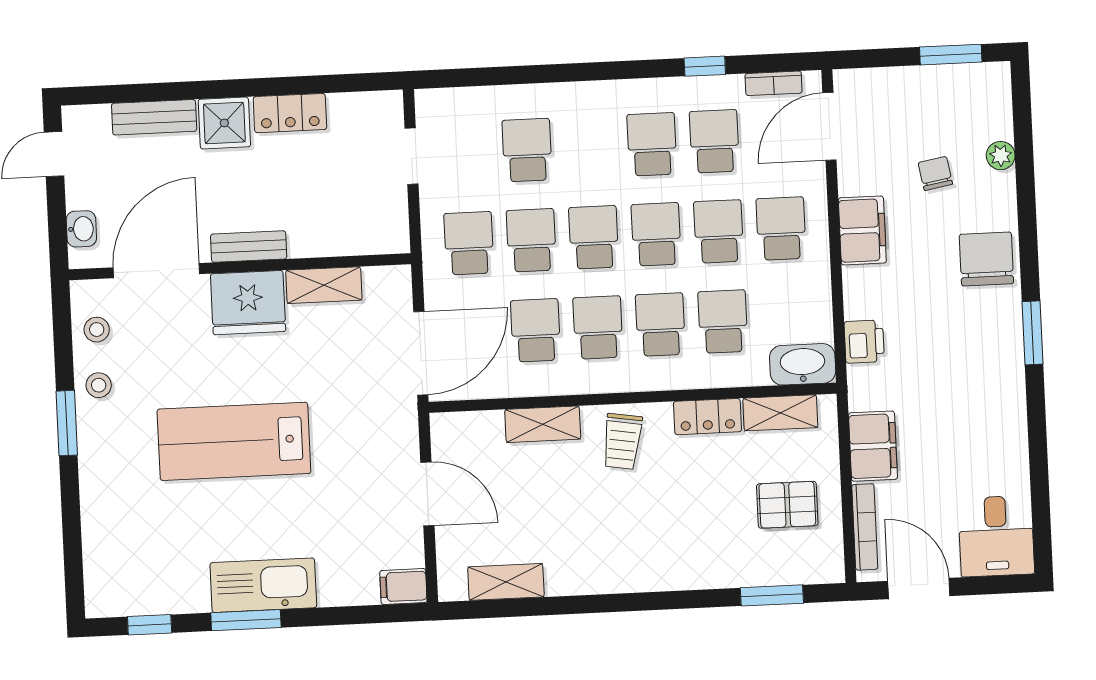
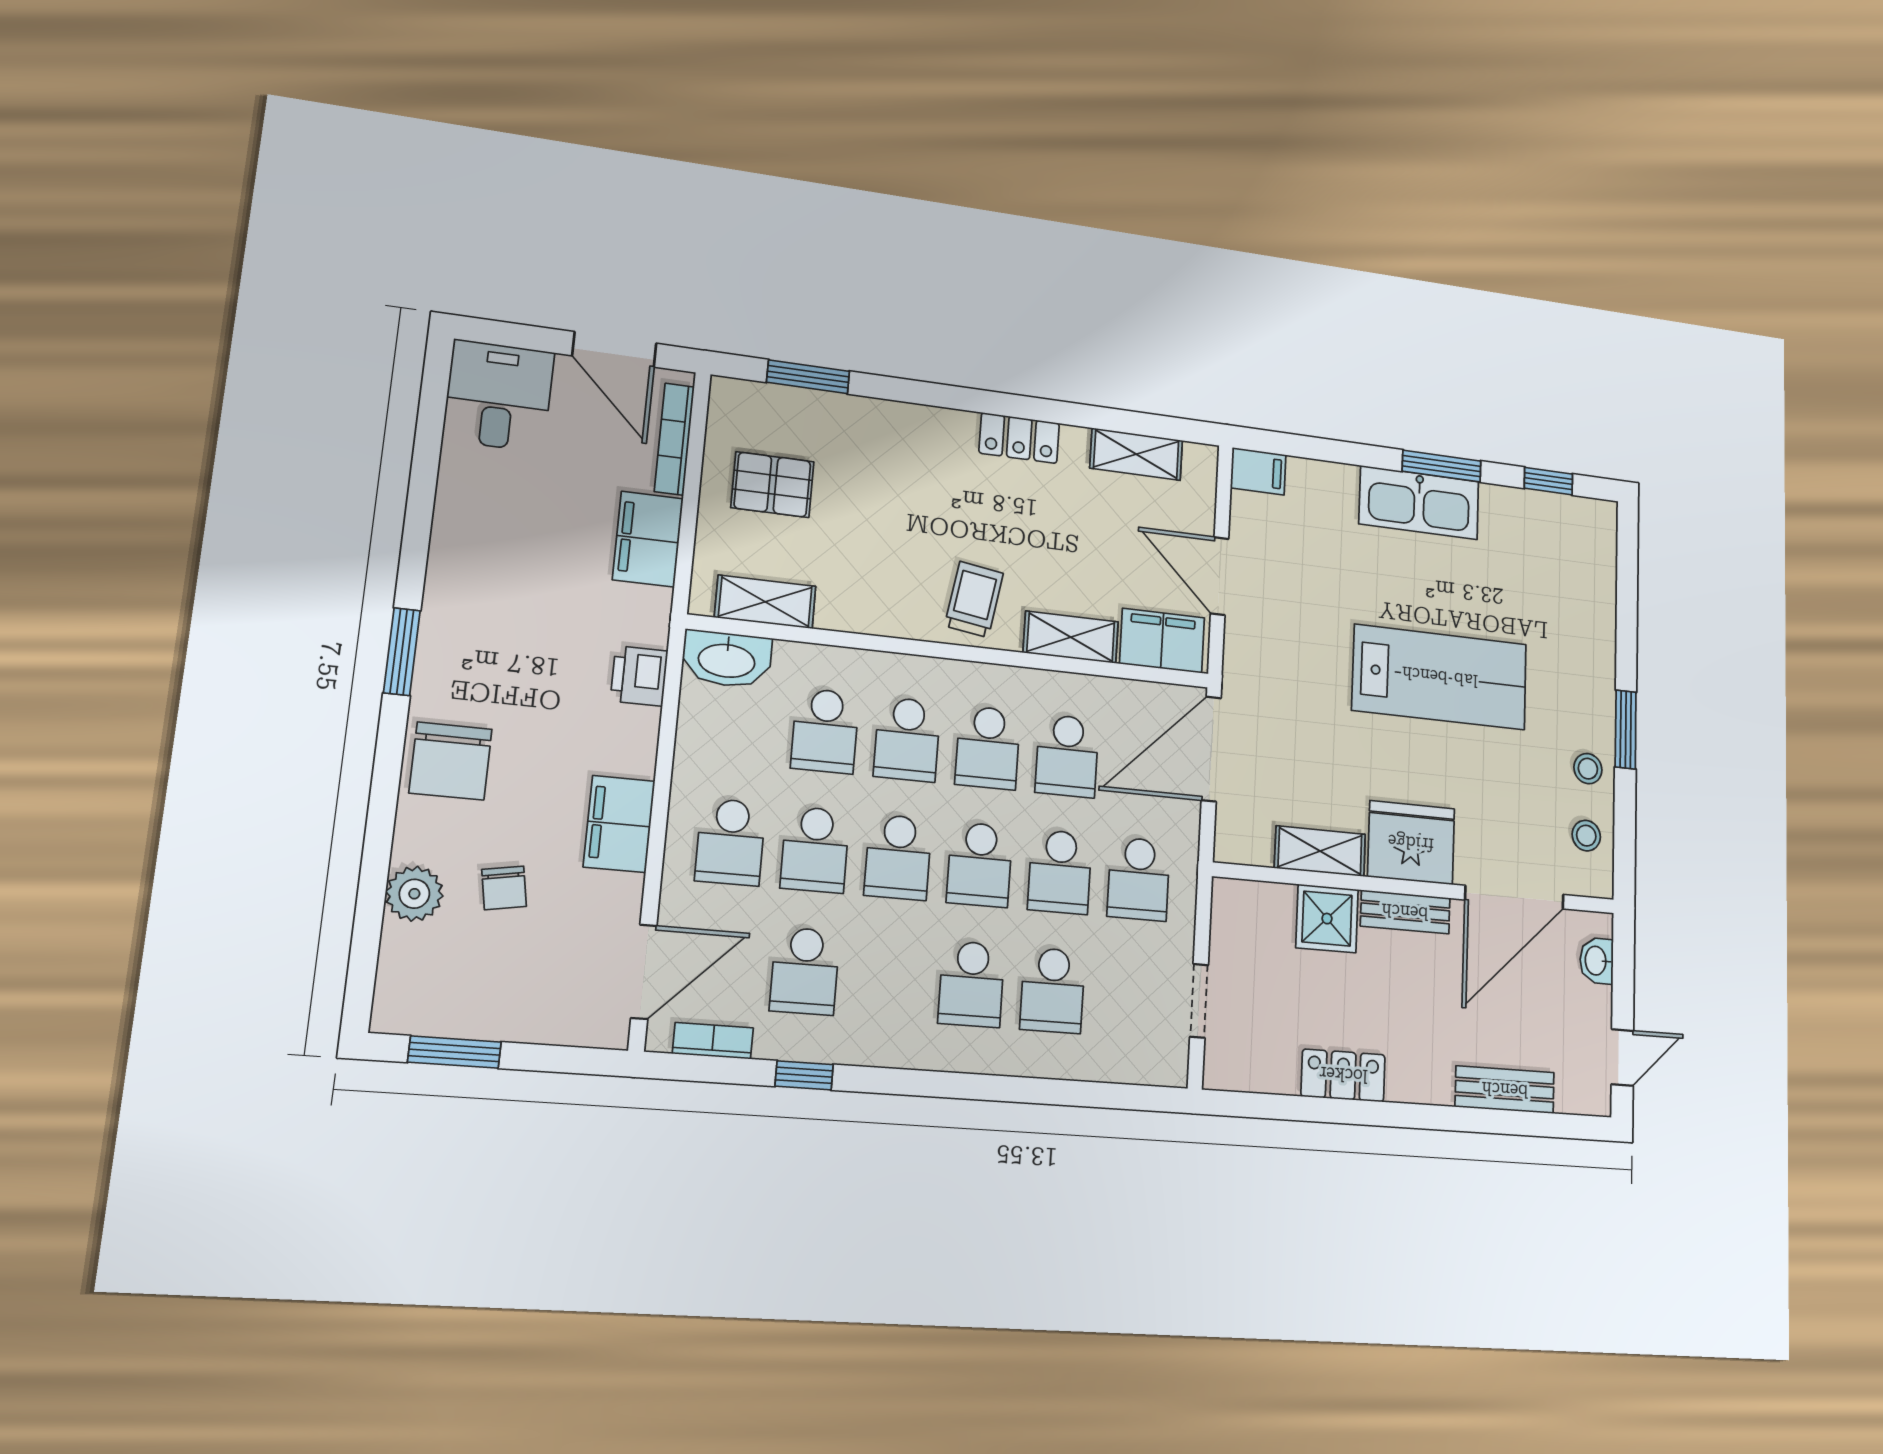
shower: (224, 123) -> (1327, 919), moved
school desk: (652, 144) -> (971, 984), moved
plant: (1001, 156) -> (414, 894), width x1.38, depth x1.38
locker: (707, 417) -> (1019, 438), moved, turned 180
filing cabinet: (469, 433) -> (1162, 641), added

